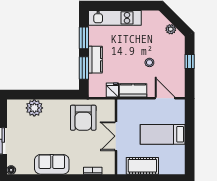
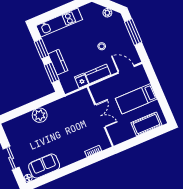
window: (190, 62) -> (133, 32), width x2.17
plant: (34, 108) -> (40, 115), moved
armchair: (83, 118) -> (68, 112), removed
double door: (116, 136) -> (100, 116), swing flipped
sofa: (52, 164) -> (44, 166), moved
cot: (142, 166) -> (146, 124), moved

